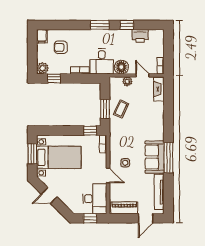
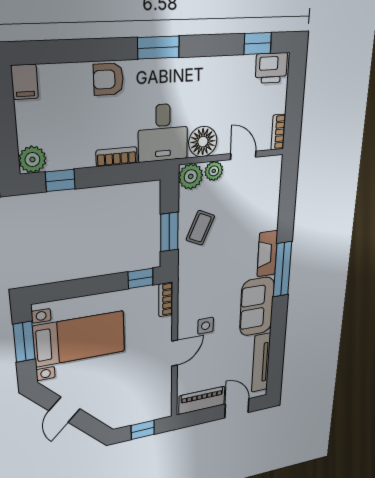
window: (127, 25) -> (258, 43), moved
printer: (140, 36) -> (271, 68), moved
armchair: (61, 47) -> (108, 79), moved
plant: (116, 83) -> (191, 176), added
fireplace: (159, 89) -> (267, 254), moved
window: (168, 158) -> (282, 269), moved
door: (108, 175) -> (175, 353), hinge flipped
door: (49, 195) -> (65, 410), hinge flipped
desk: (95, 199) -> (151, 397), removed
door: (146, 218) -> (237, 408), swing flipped

